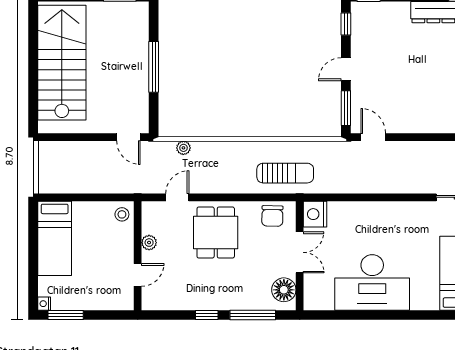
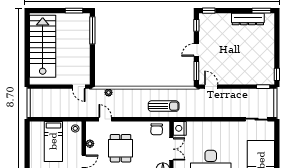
window: (154, 67) -> (92, 30), moved
door: (177, 197) -> (105, 119), hinge flipped
dining table: (216, 233) -> (121, 148), moved
bed: (55, 238) -> (53, 141), moved

